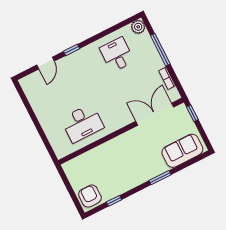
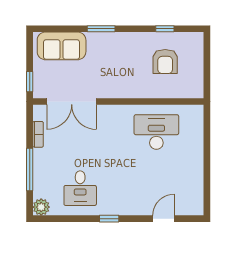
window: (72, 50) -> (109, 219), moved
armchair: (90, 196) -> (165, 62), moved

